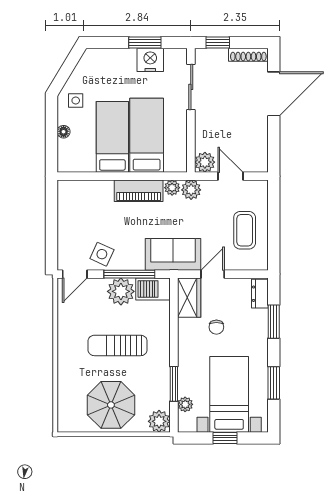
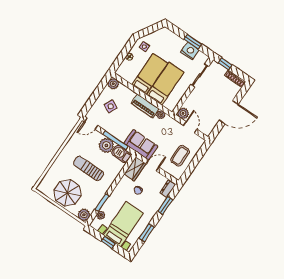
door: (274, 94) -> (229, 112), moved
plant: (191, 190) -> (113, 84), moved
side table: (102, 254) -> (111, 106), moved

